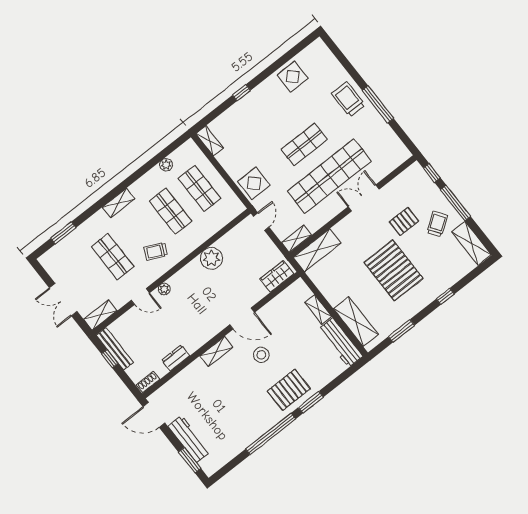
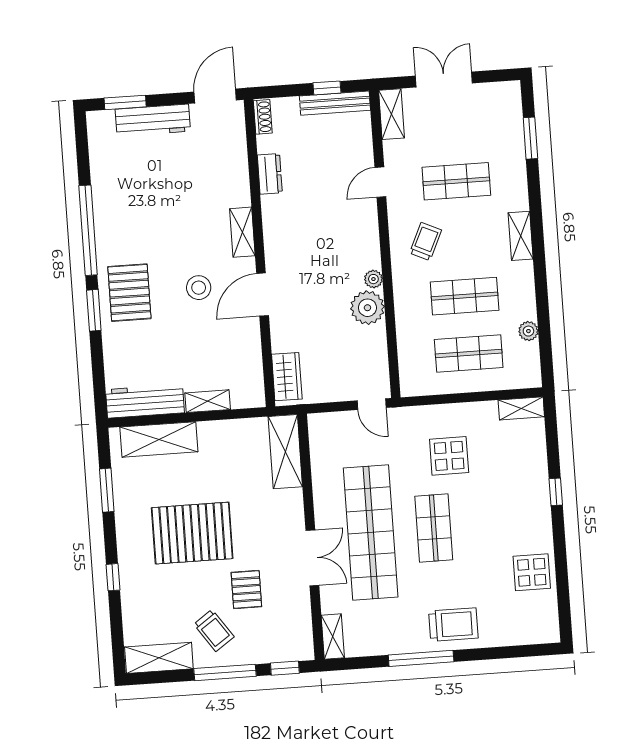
display table: (254, 183) -> (449, 456), moved
shelving: (296, 239) -> (333, 636), moved
plant: (164, 289) -> (373, 279), moved

